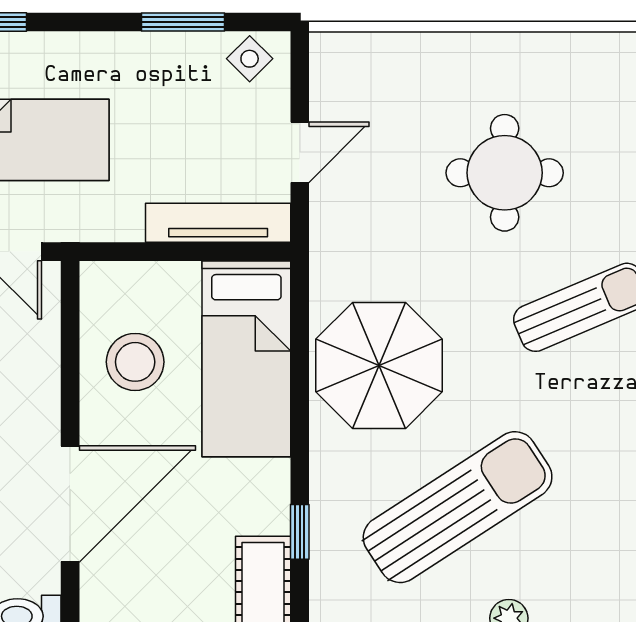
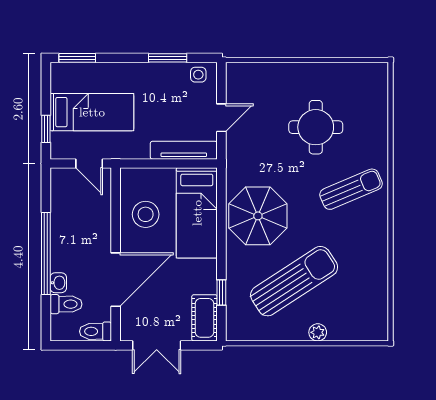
side table: (250, 59) -> (198, 75), turned 45

